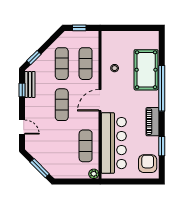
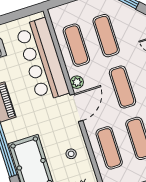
exercise mat: (62, 146) -> (106, 36), added
plant: (94, 174) -> (77, 82), moved

